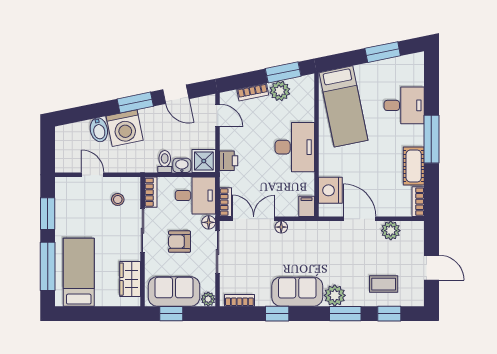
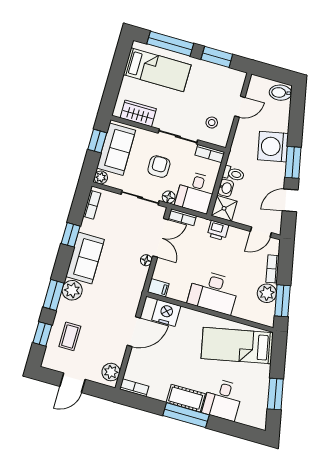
bidet: (99, 130) -> (280, 93), moved
cot: (414, 166) -> (186, 398), moved
plant: (391, 231) -> (111, 372), moved

